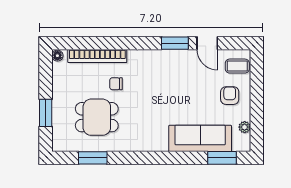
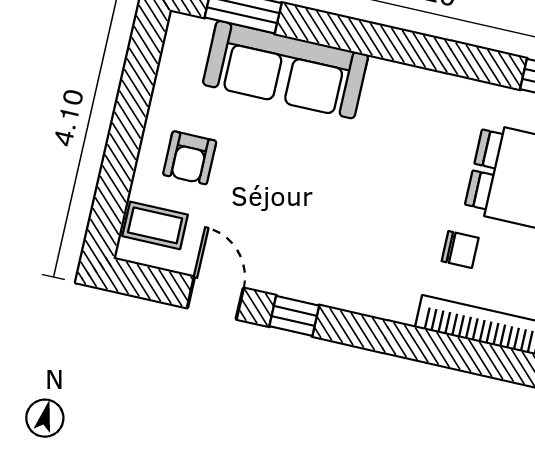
window: (175, 43) -> (294, 316), width x0.67
plant: (245, 127) -> (171, 73), removed

